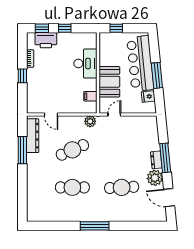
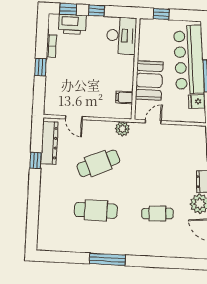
desk: (85, 64) -> (121, 36), moved
window: (22, 150) -> (36, 160), width x0.46
cafe table: (122, 187) -> (158, 214), width x0.73, depth x0.74
window: (95, 226) -> (107, 259), moved

